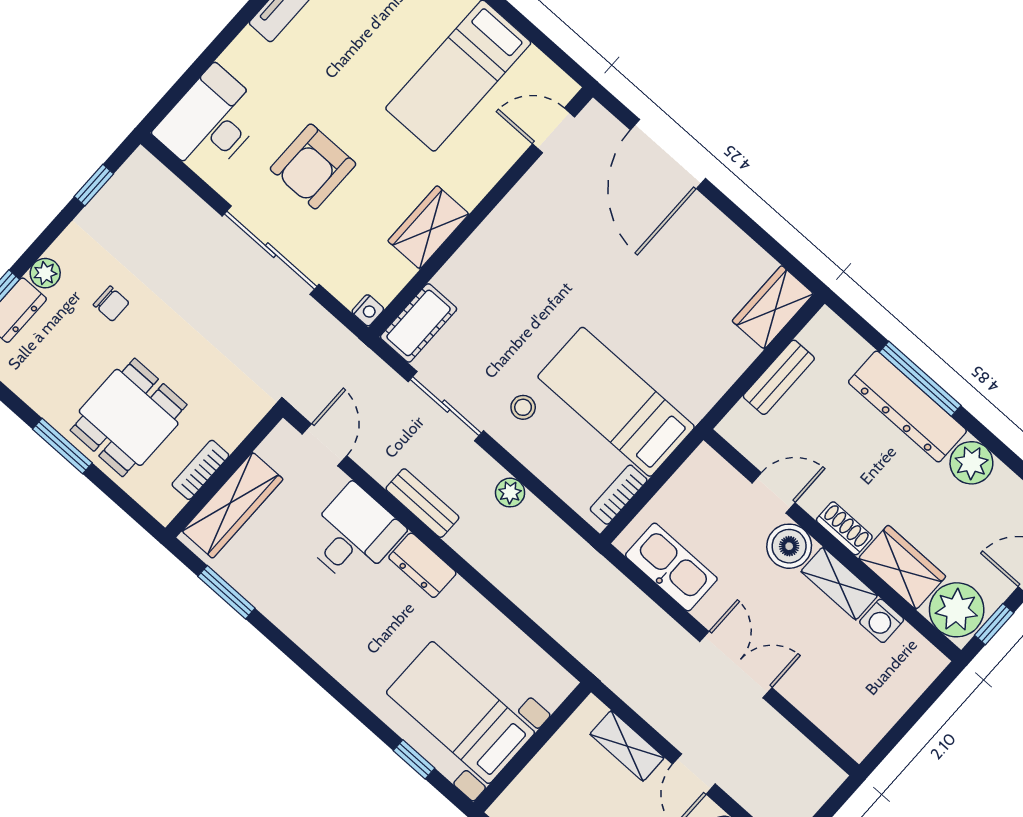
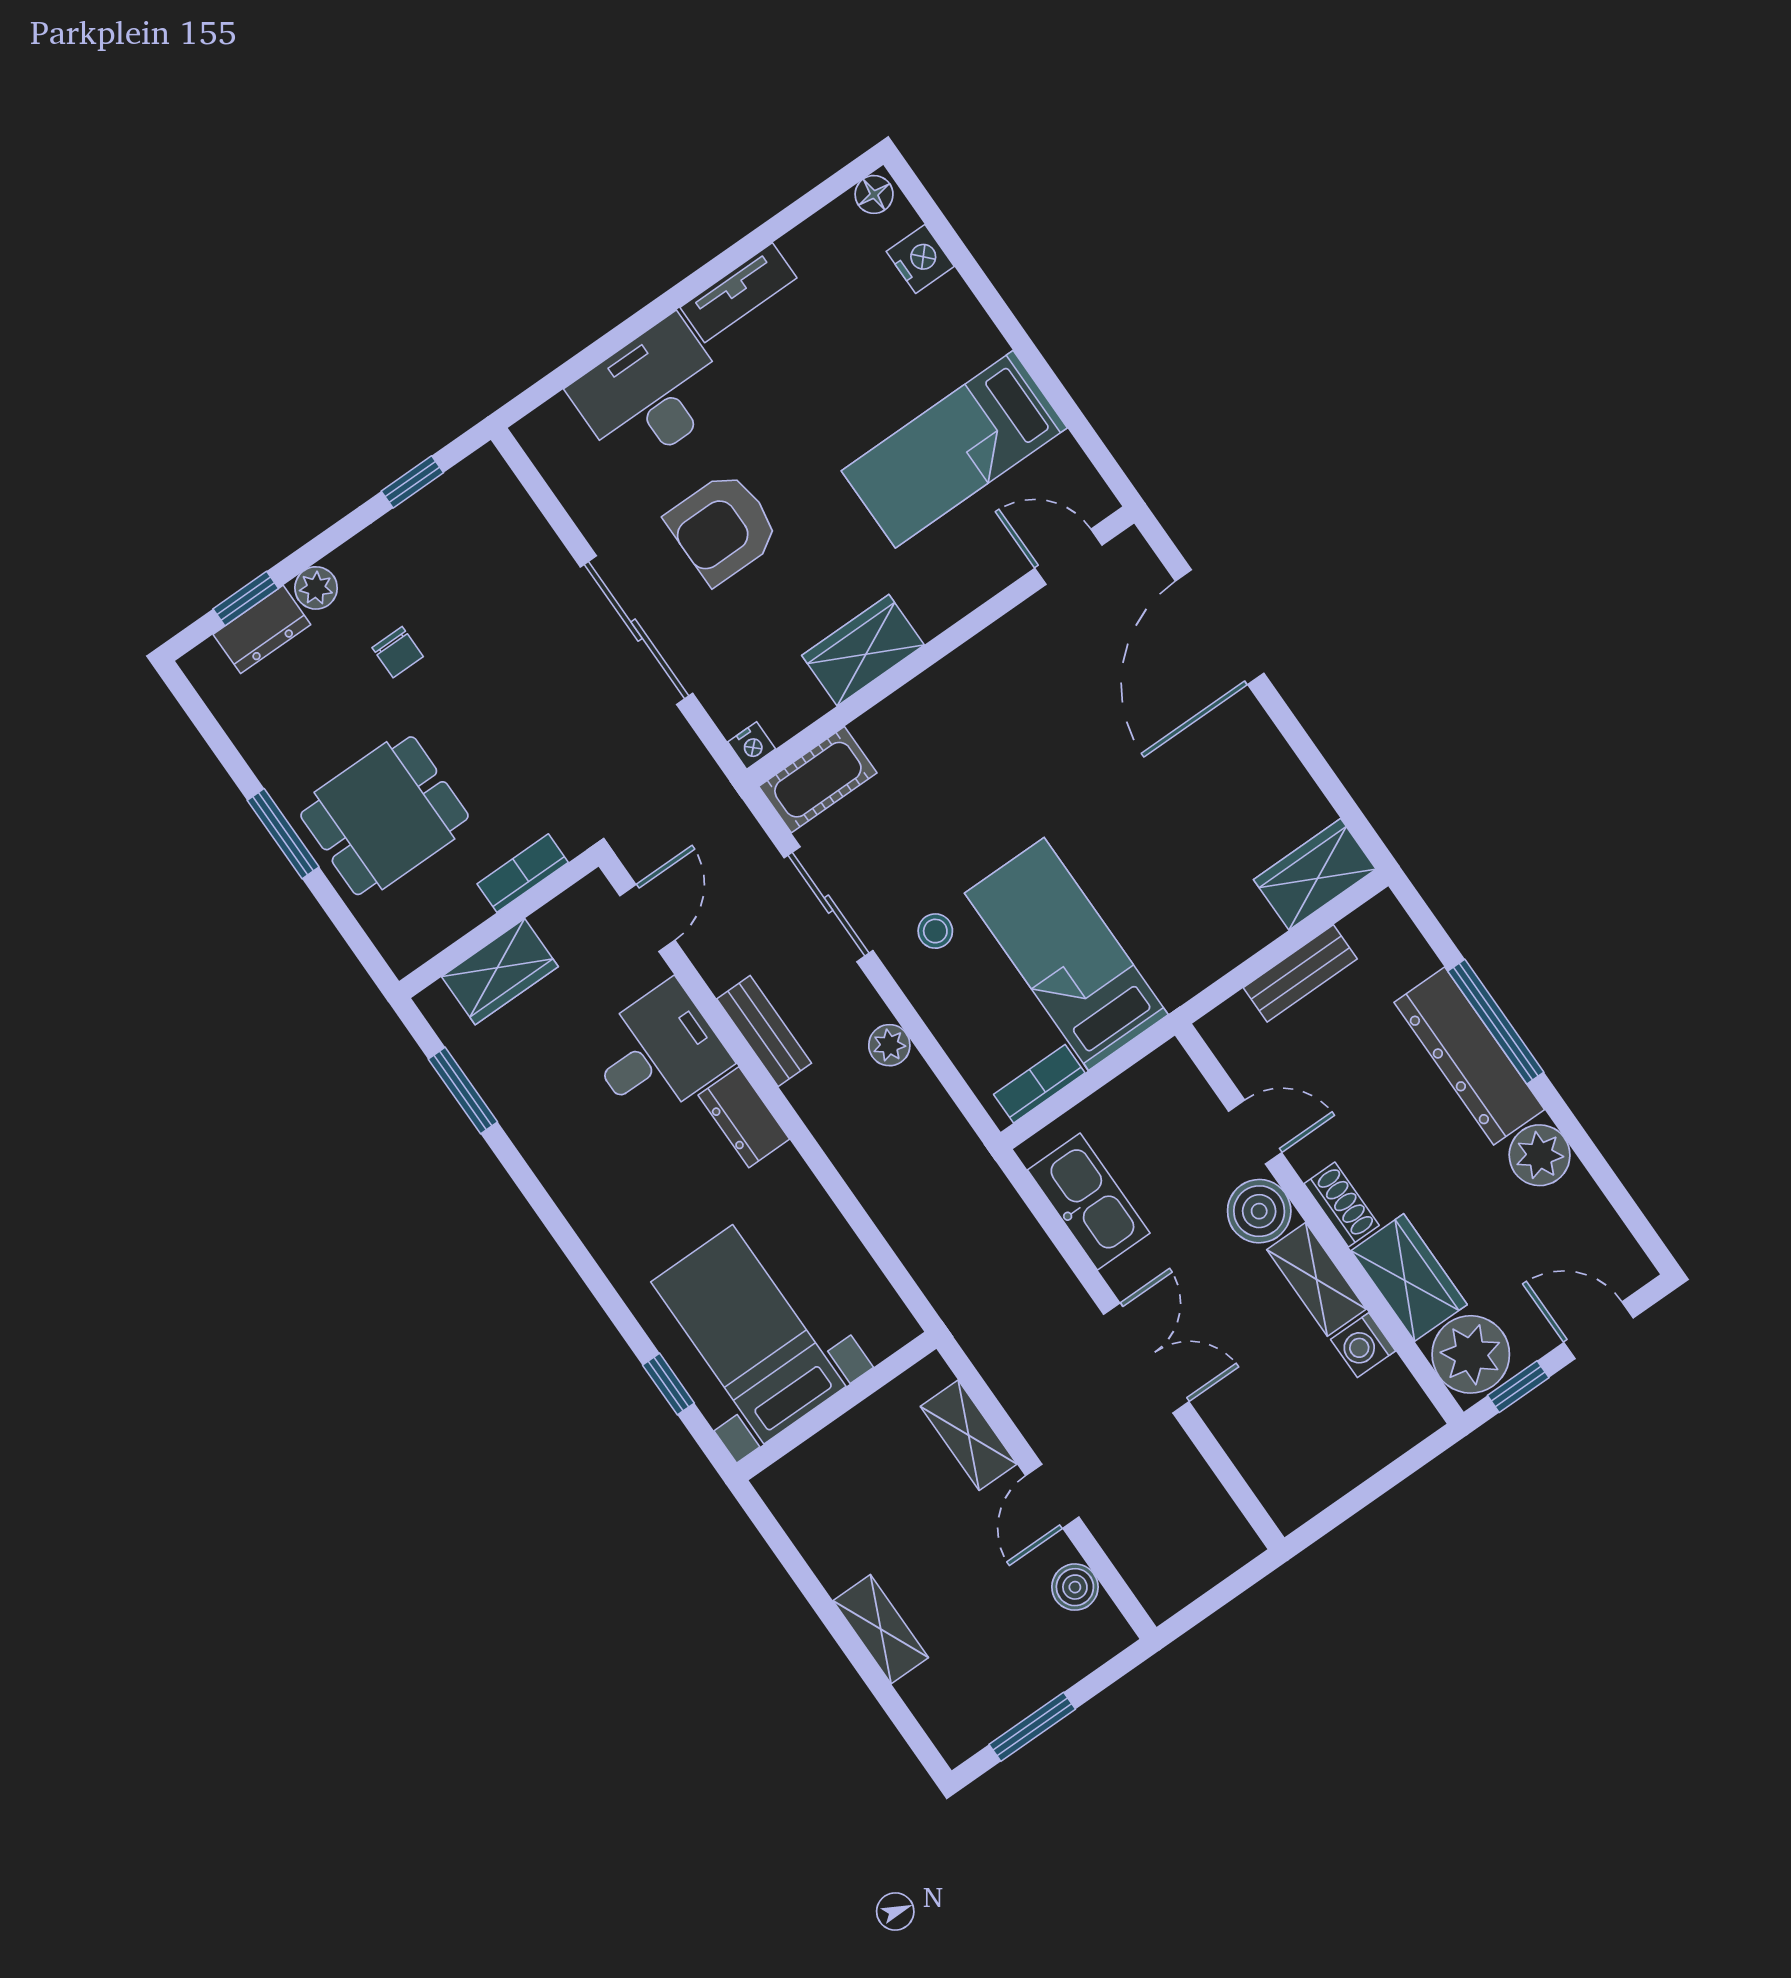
desk: (211, 122) -> (651, 394), moved
bookcase: (200, 470) -> (523, 873), moved
wardrobe: (233, 505) -> (500, 972), width x0.67

